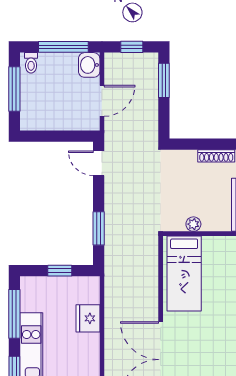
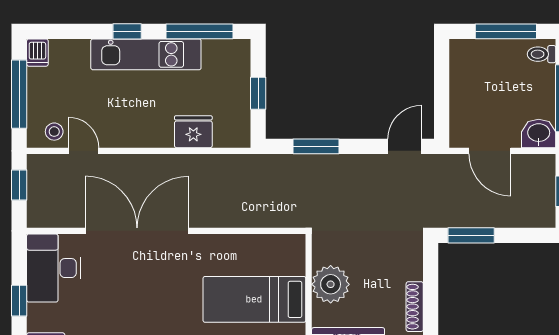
window: (164, 80) -> (471, 235), moved
plant: (193, 224) -> (331, 284), width x1.88, depth x1.88
bed: (184, 274) -> (254, 299), moved

